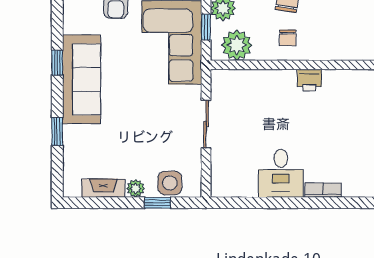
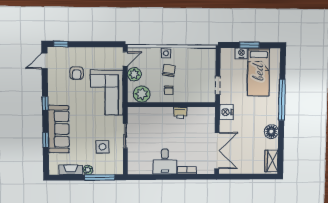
window: (206, 27) -> (125, 84), removed
sofa: (82, 79) -> (59, 129), moved
side table: (170, 183) -> (103, 147), moved
window: (158, 203) -> (100, 177), width x2.17

